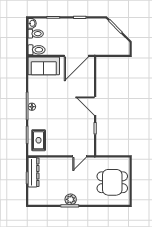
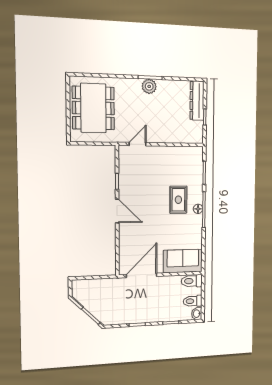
rug: (39, 140) -> (178, 200), moved
dresser: (33, 172) -> (197, 101), moved
dining table: (112, 182) -> (93, 108), width x1.38

